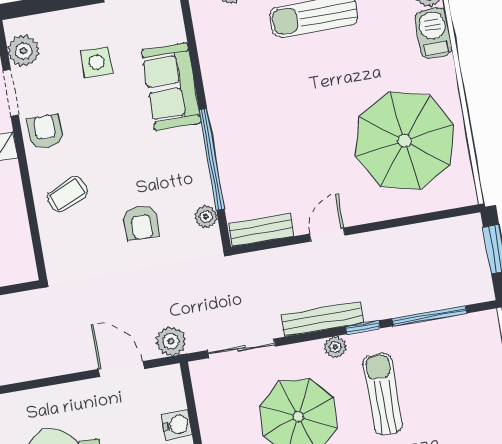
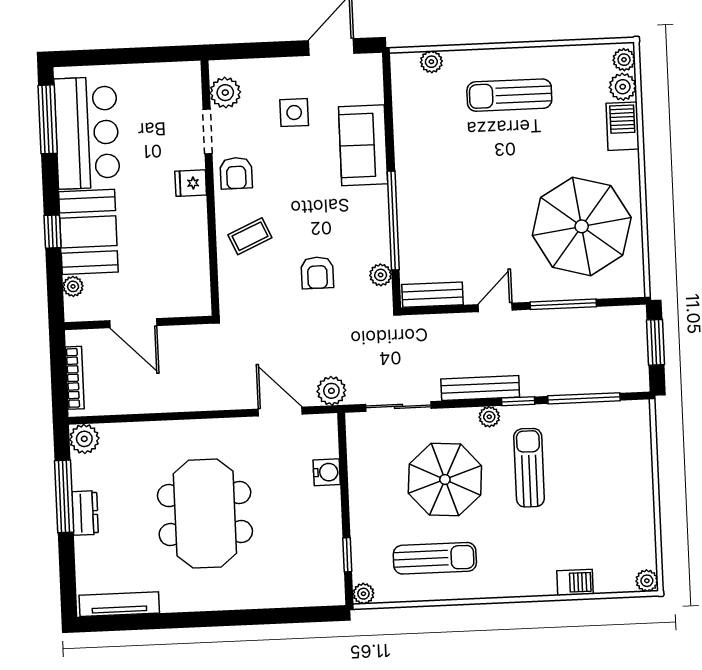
armchair: (45, 132) -> (236, 173), turned 180
window: (396, 223) -> (563, 304), added

